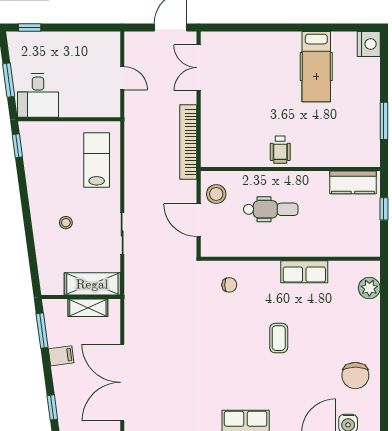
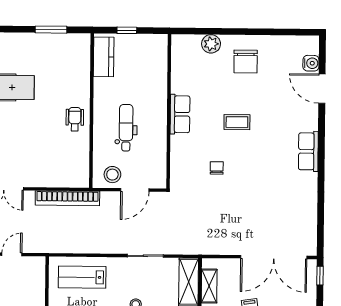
wheelchair: (280, 150) -> (75, 119), turned -90
row of seats: (304, 272) -> (180, 114), moved
chair: (229, 285) -> (217, 168), moved
plant: (369, 288) -> (211, 44), moved
chair: (355, 376) -> (246, 61), moved, turned 90

